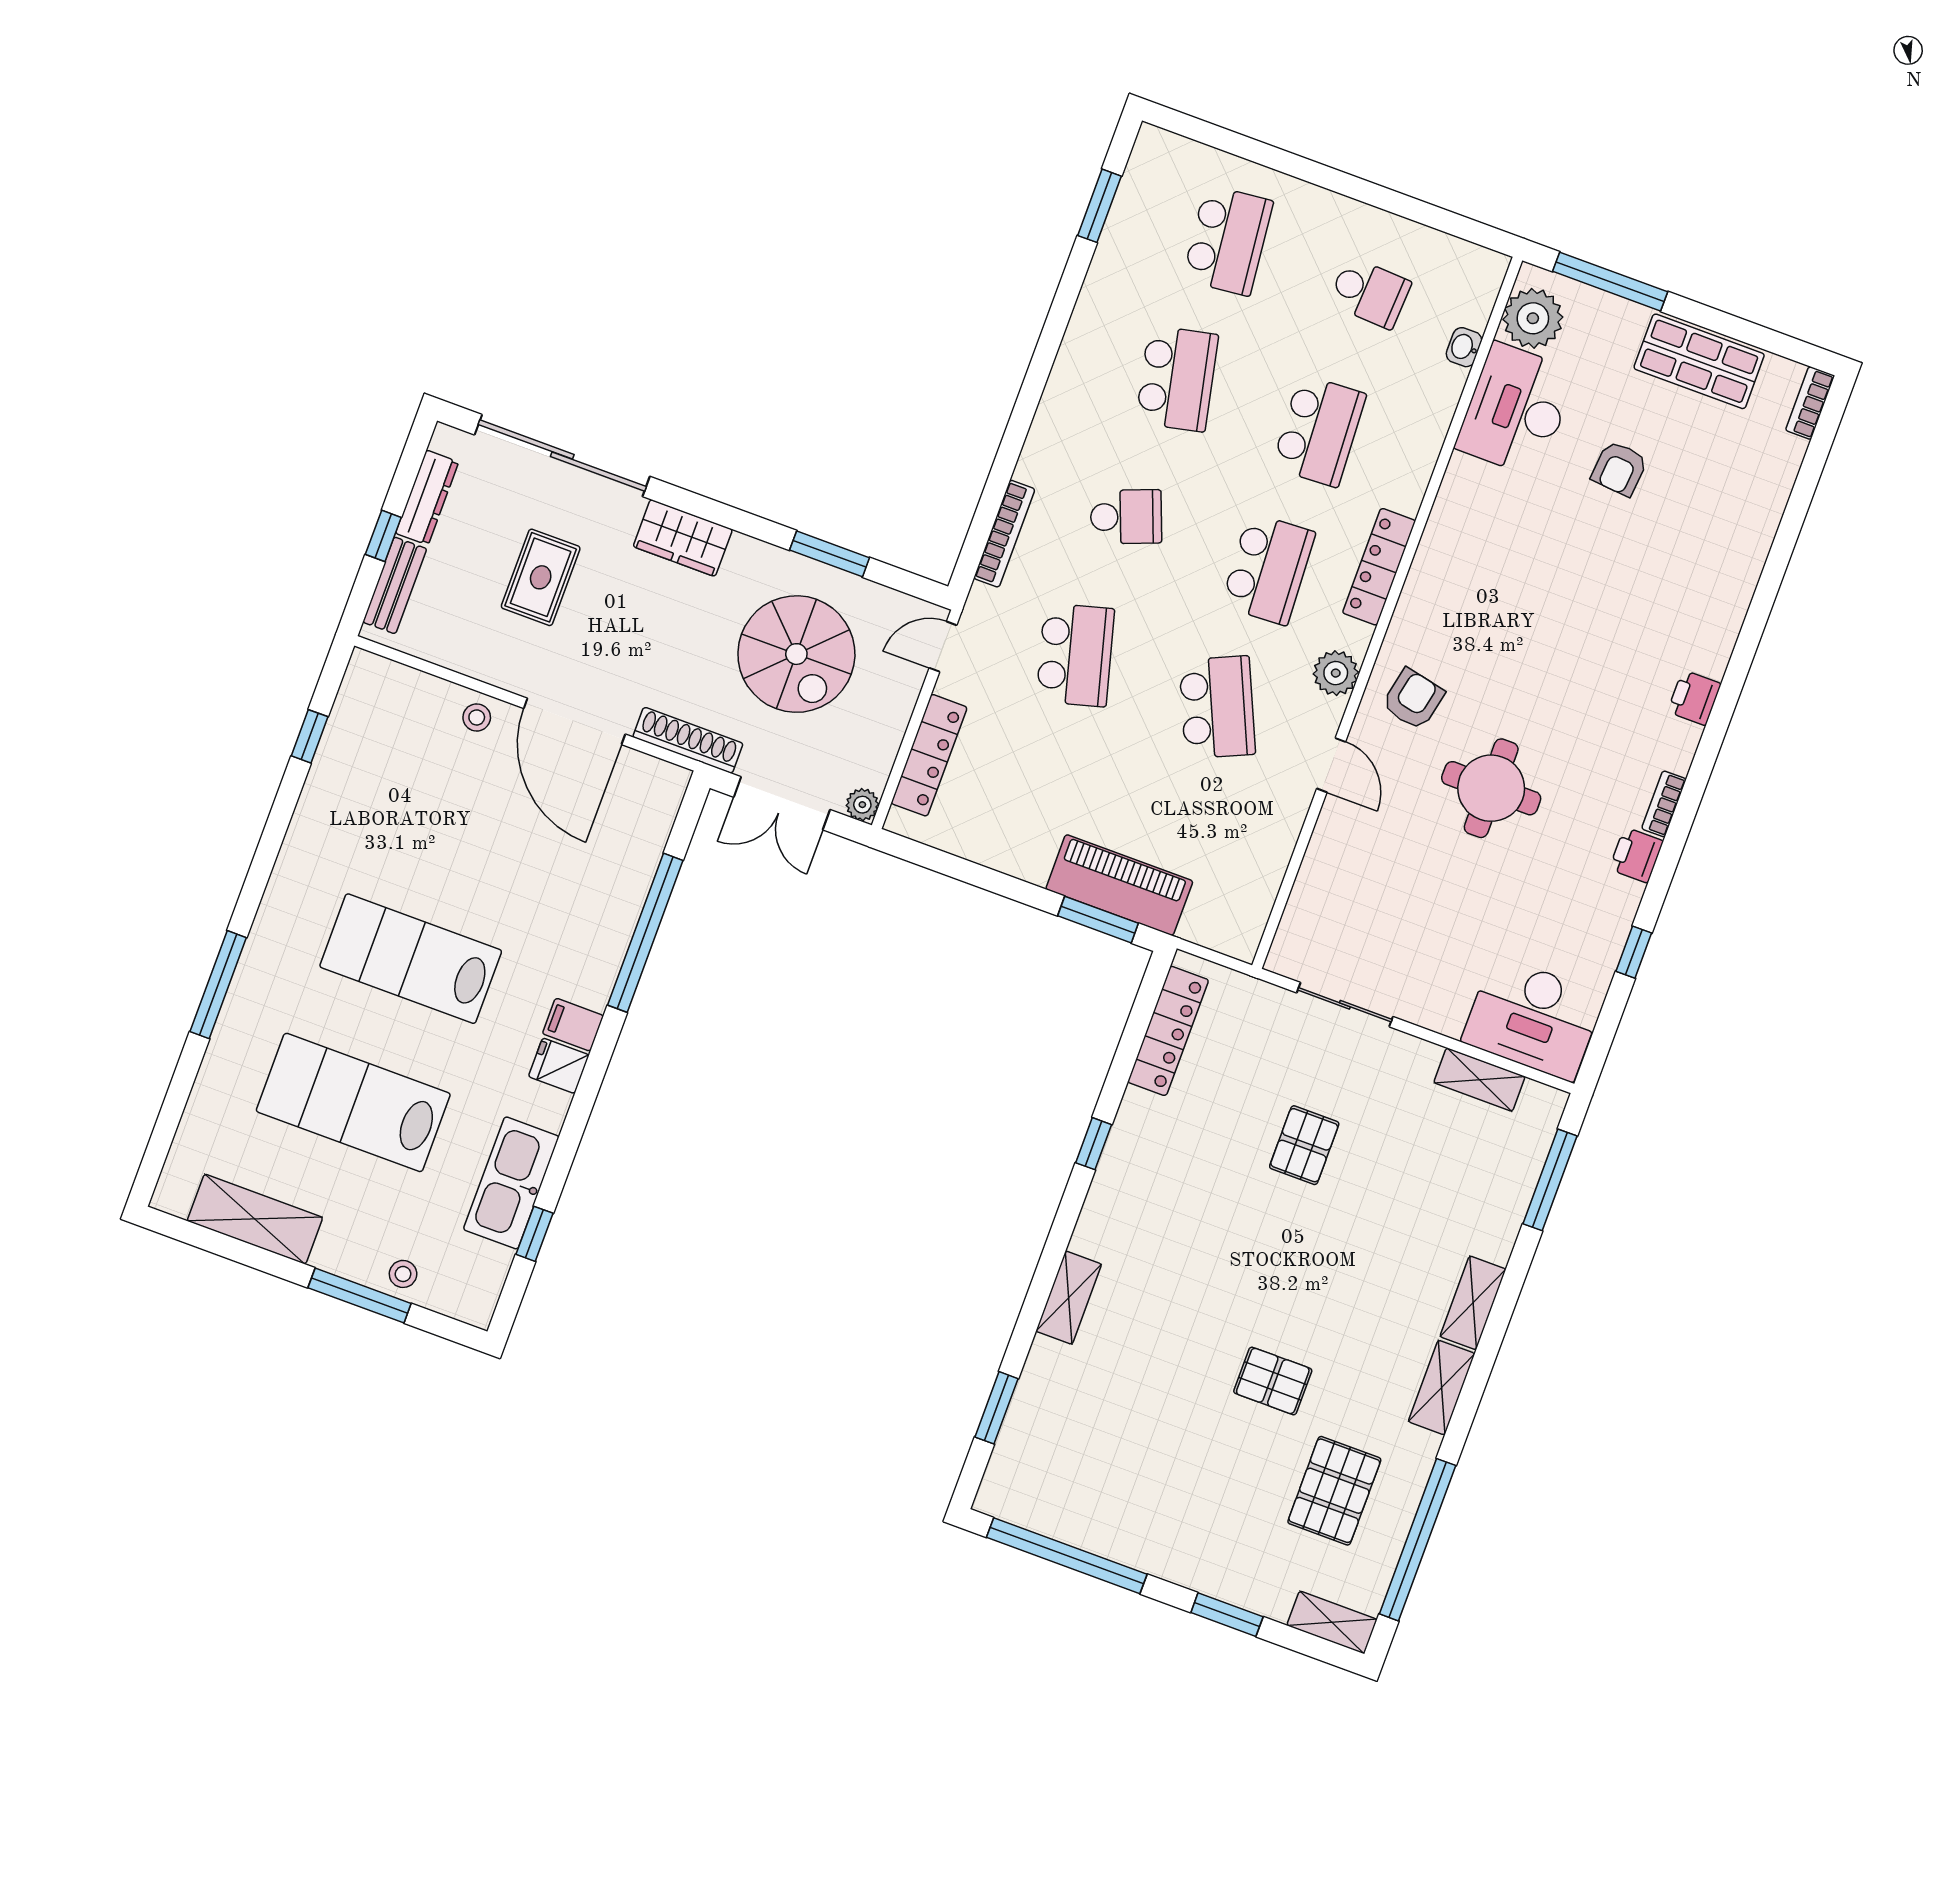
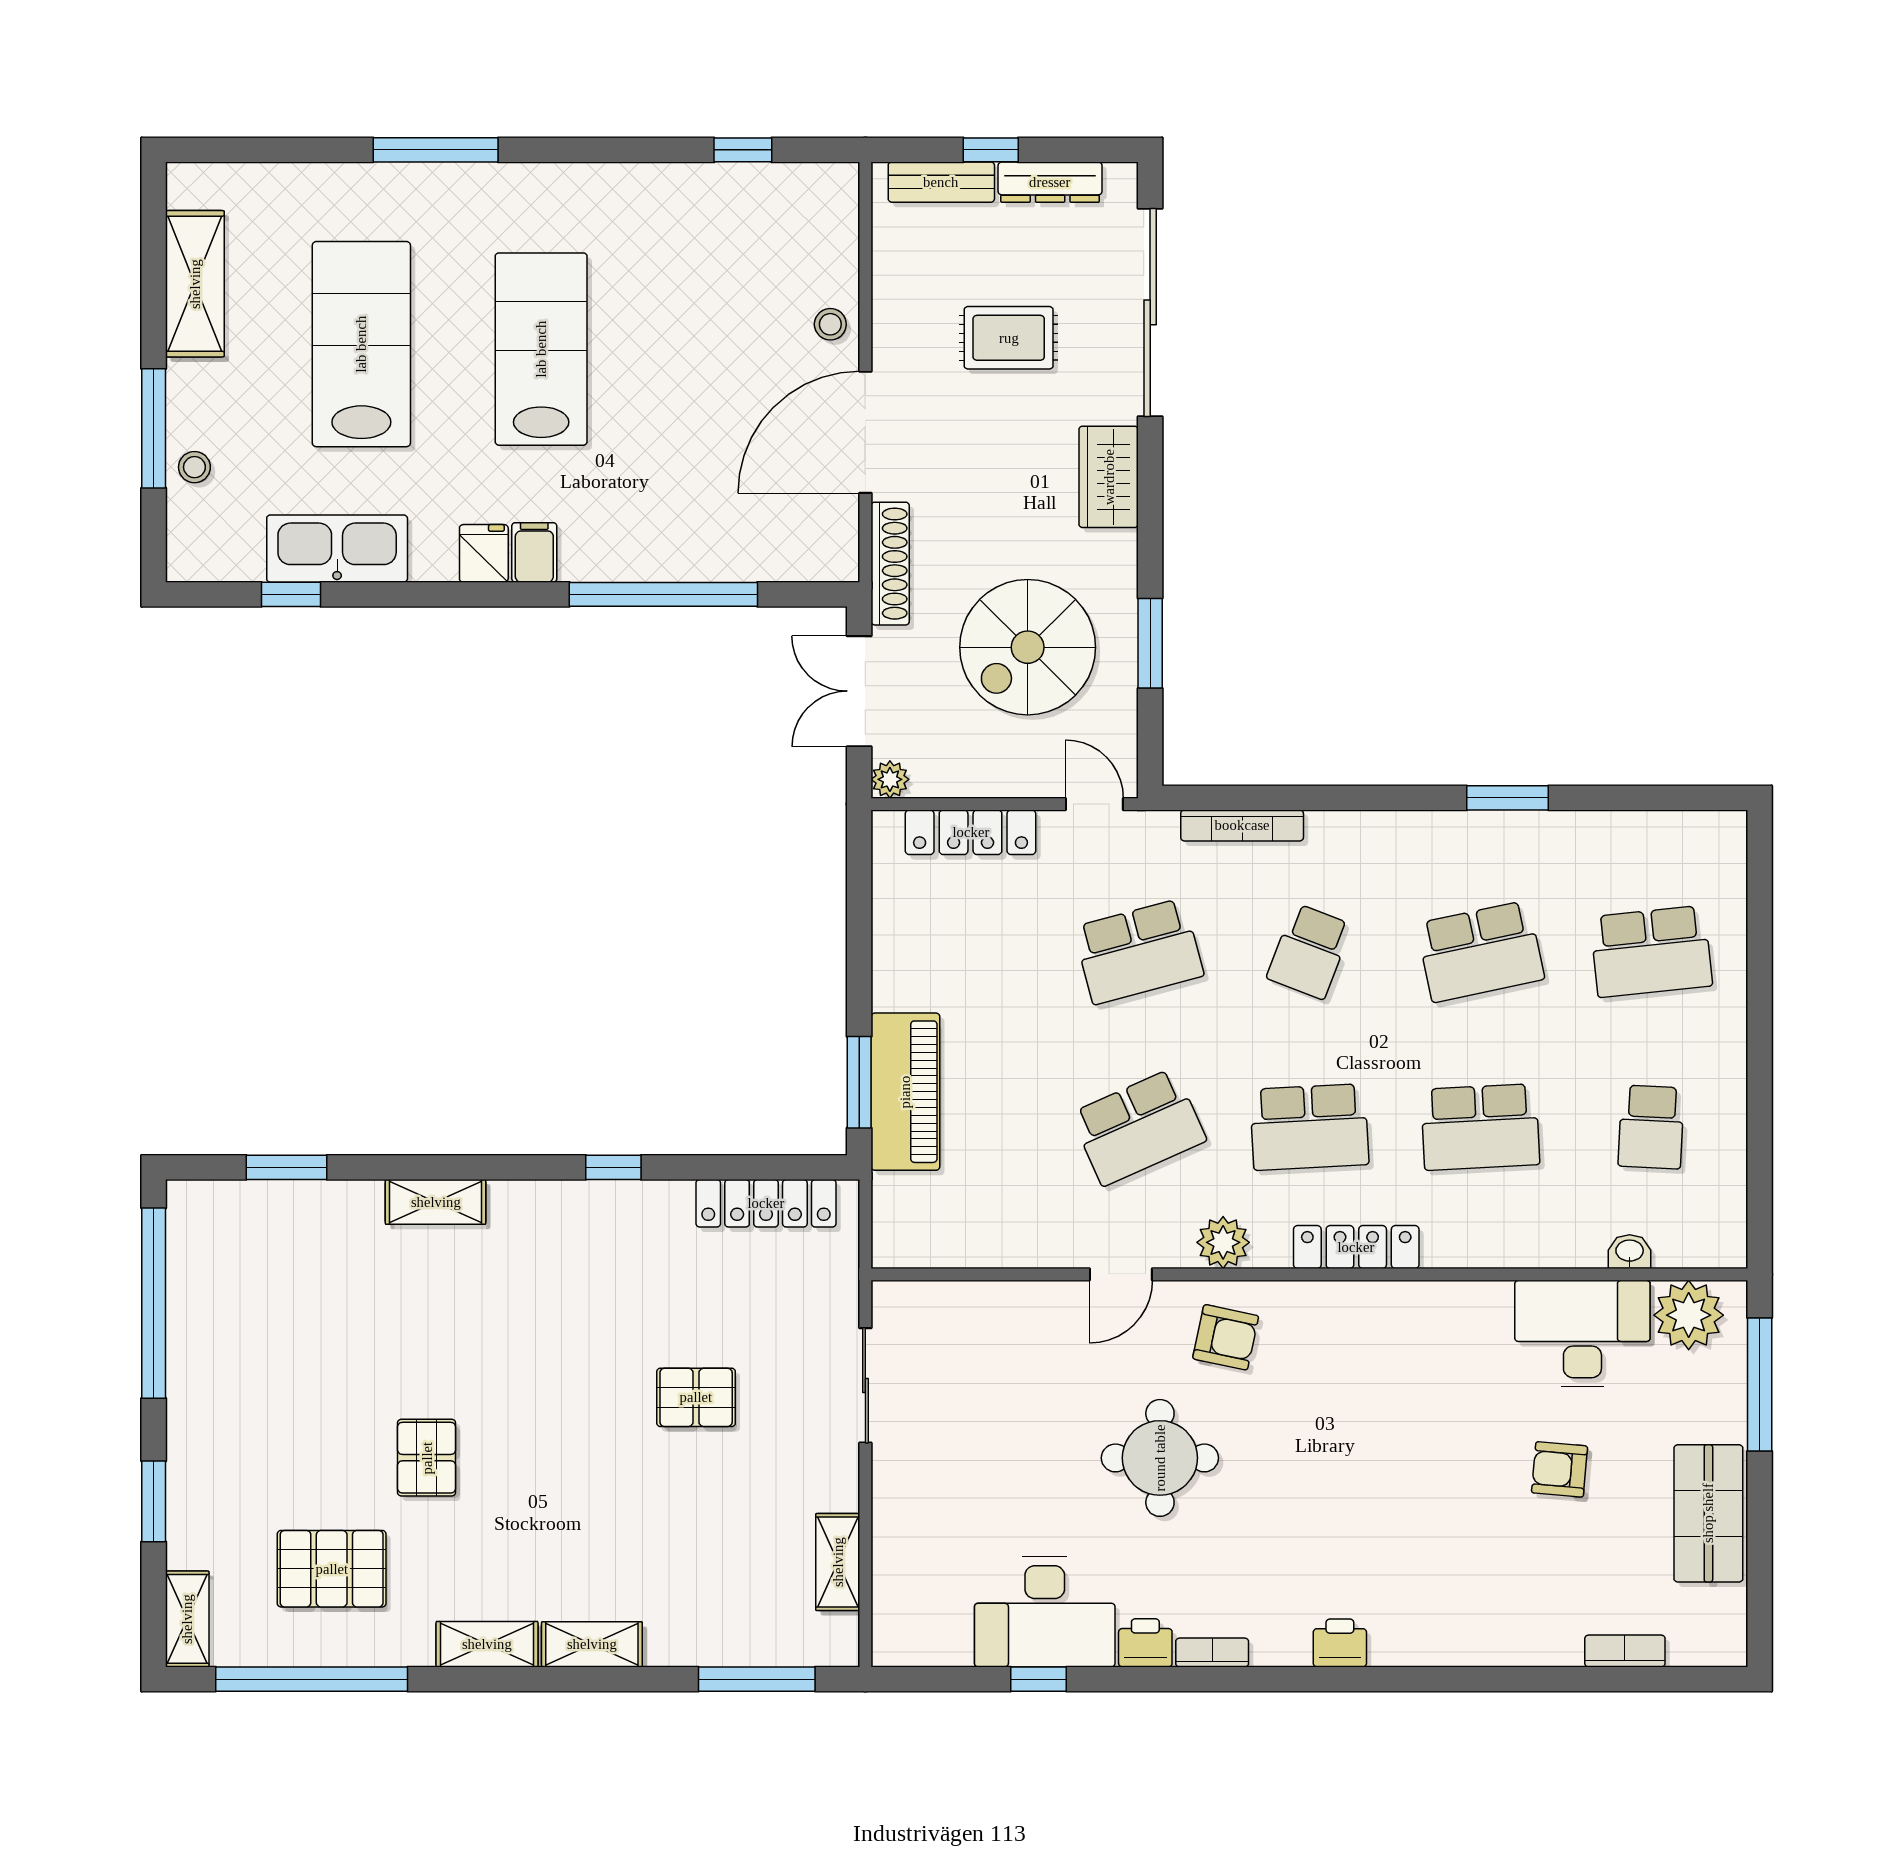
window: (1100, 206) -> (1507, 798), moved
bookcase: (1810, 403) -> (1625, 1651), moved
school desk: (1126, 517) -> (1309, 951), turned 42
desk: (1533, 1018) -> (1045, 1612), moved, turned -90

